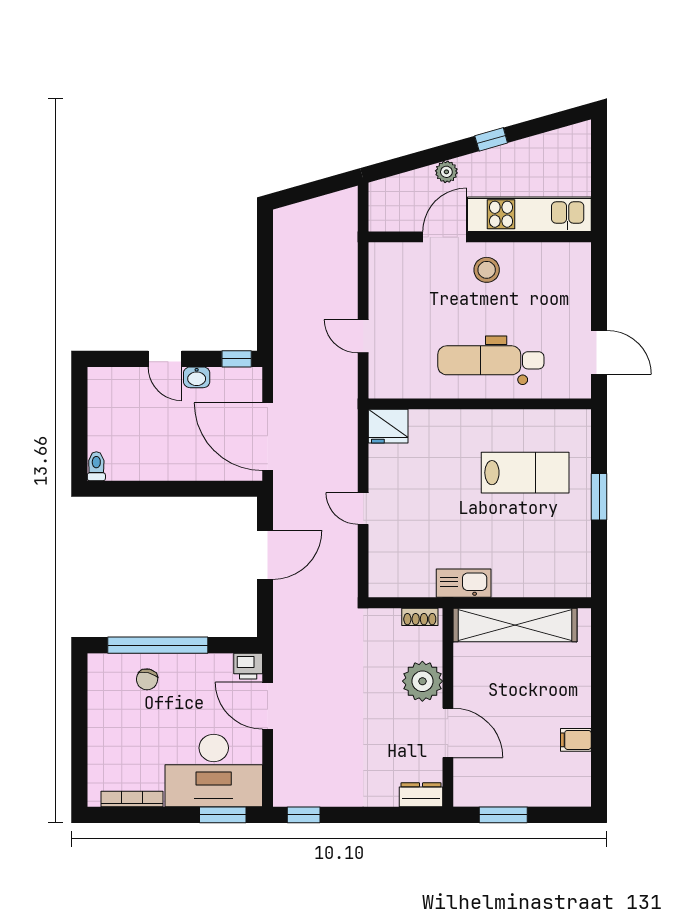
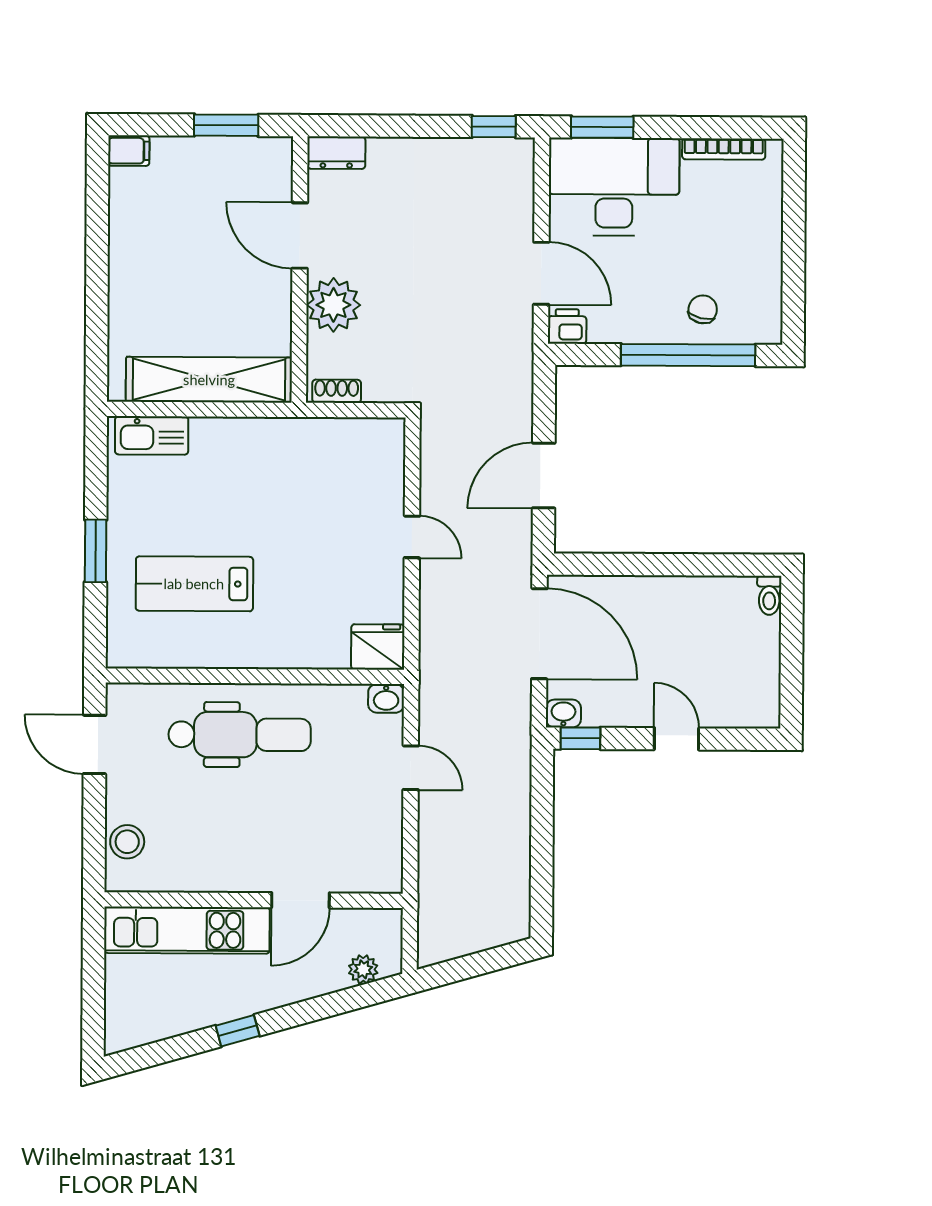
plant: (446, 172) -> (363, 969), moved
stool: (487, 270) -> (127, 842), moved
washbasin: (197, 377) -> (563, 714), moved
washbasin: (382, 388) -> (386, 698), added
kitchen sink: (464, 583) -> (152, 435), moved
filing cabinet: (576, 740) -> (129, 151), moved

